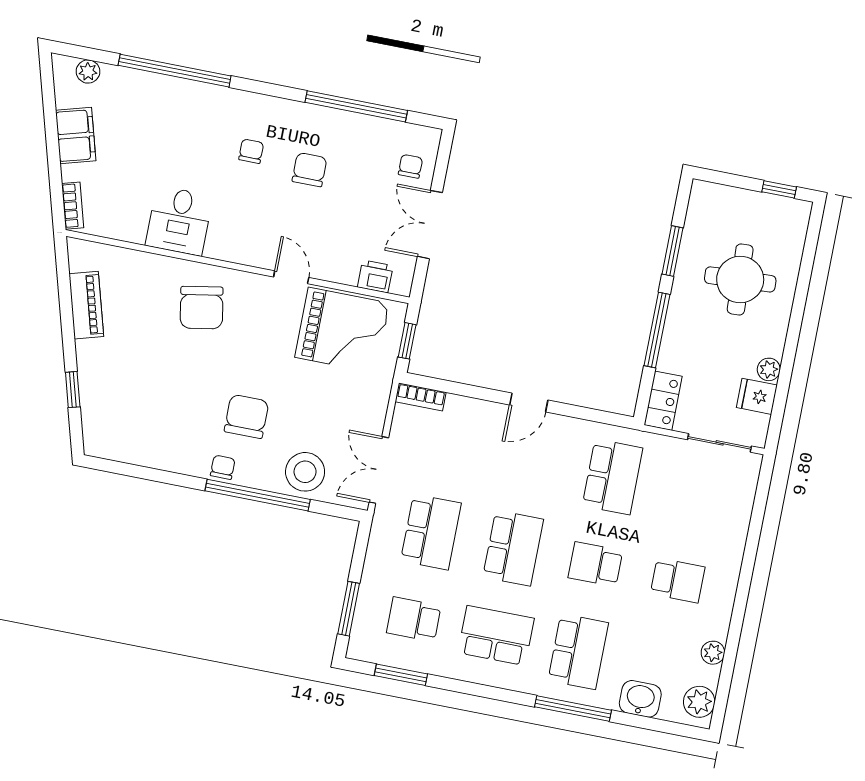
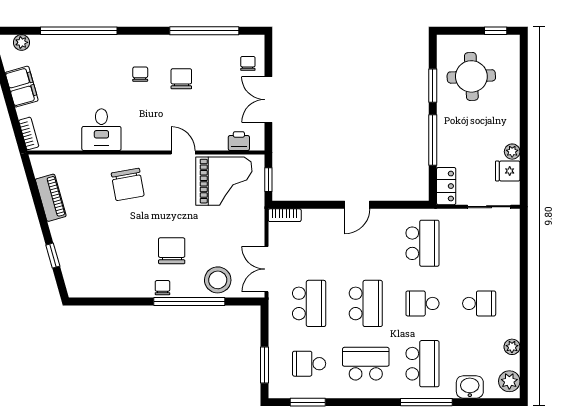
round table: (740, 279) -> (471, 76), moved

